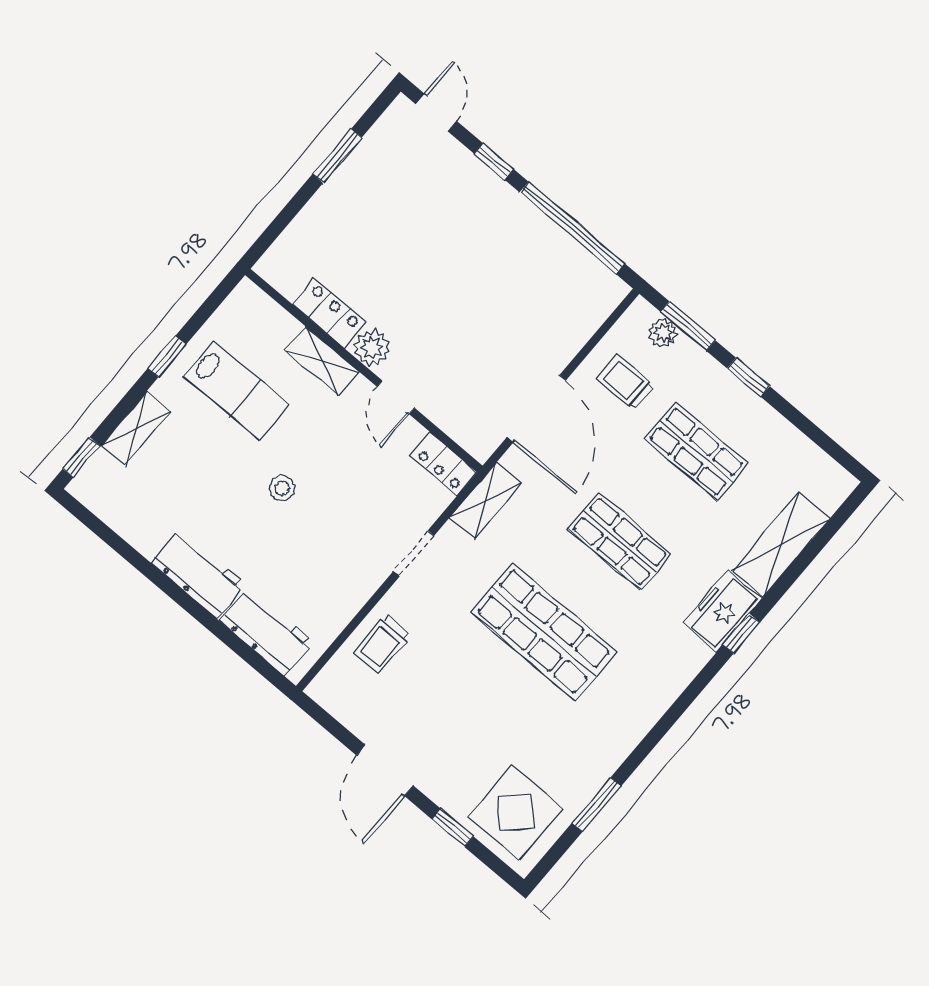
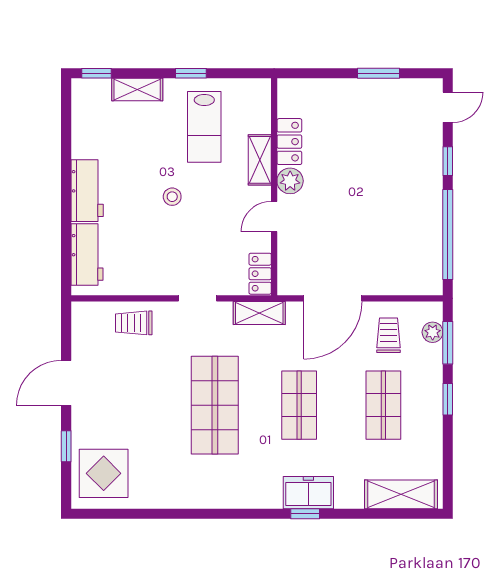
shelving: (781, 545) -> (401, 494), moved
window: (596, 805) -> (145, 514), removed

